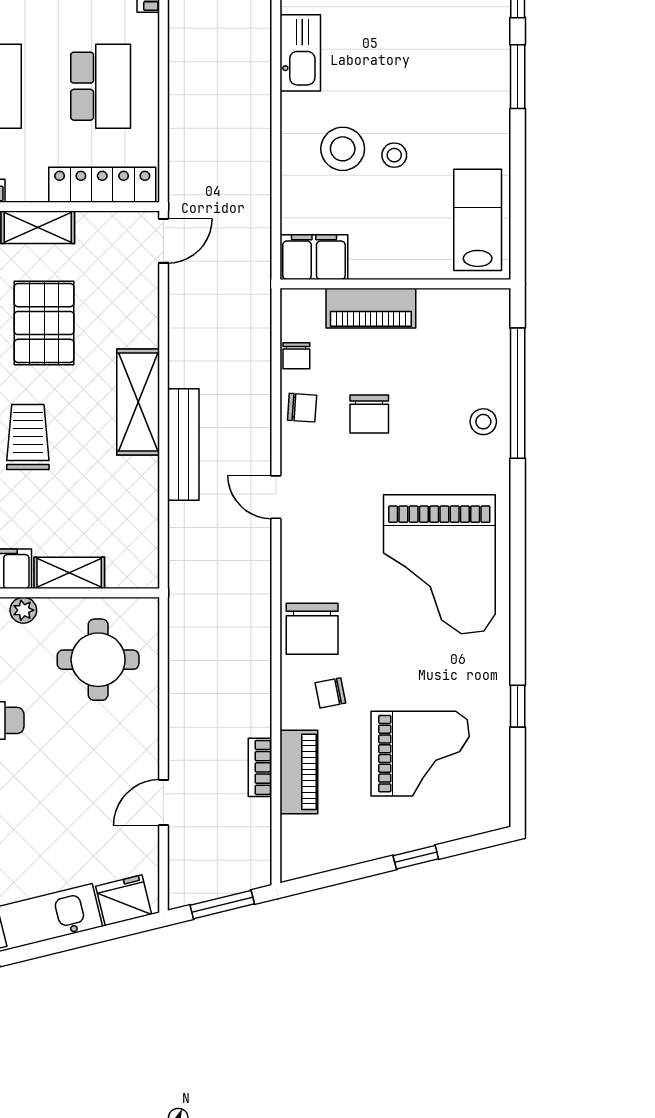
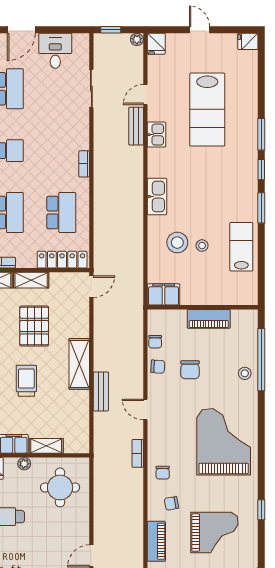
lab bench: (478, 220) -> (241, 247), moved
piano: (371, 308) -> (209, 319), moved
bench: (183, 445) -> (101, 391), width x0.73
grand piano: (439, 564) -> (224, 442), turned 180
chair: (312, 629) -> (163, 473), width x0.54, depth x0.54
bookcase: (260, 767) -> (138, 453), moved

